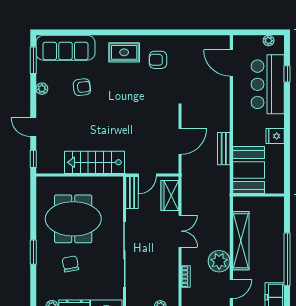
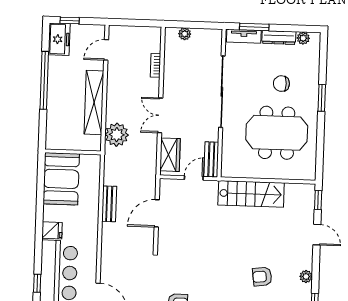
fridge: (275, 136) -> (52, 230), moved
booth: (249, 170) -> (61, 179), moved
plant: (219, 261) -> (117, 135), moved
chair: (70, 264) -> (281, 84), turned 101

